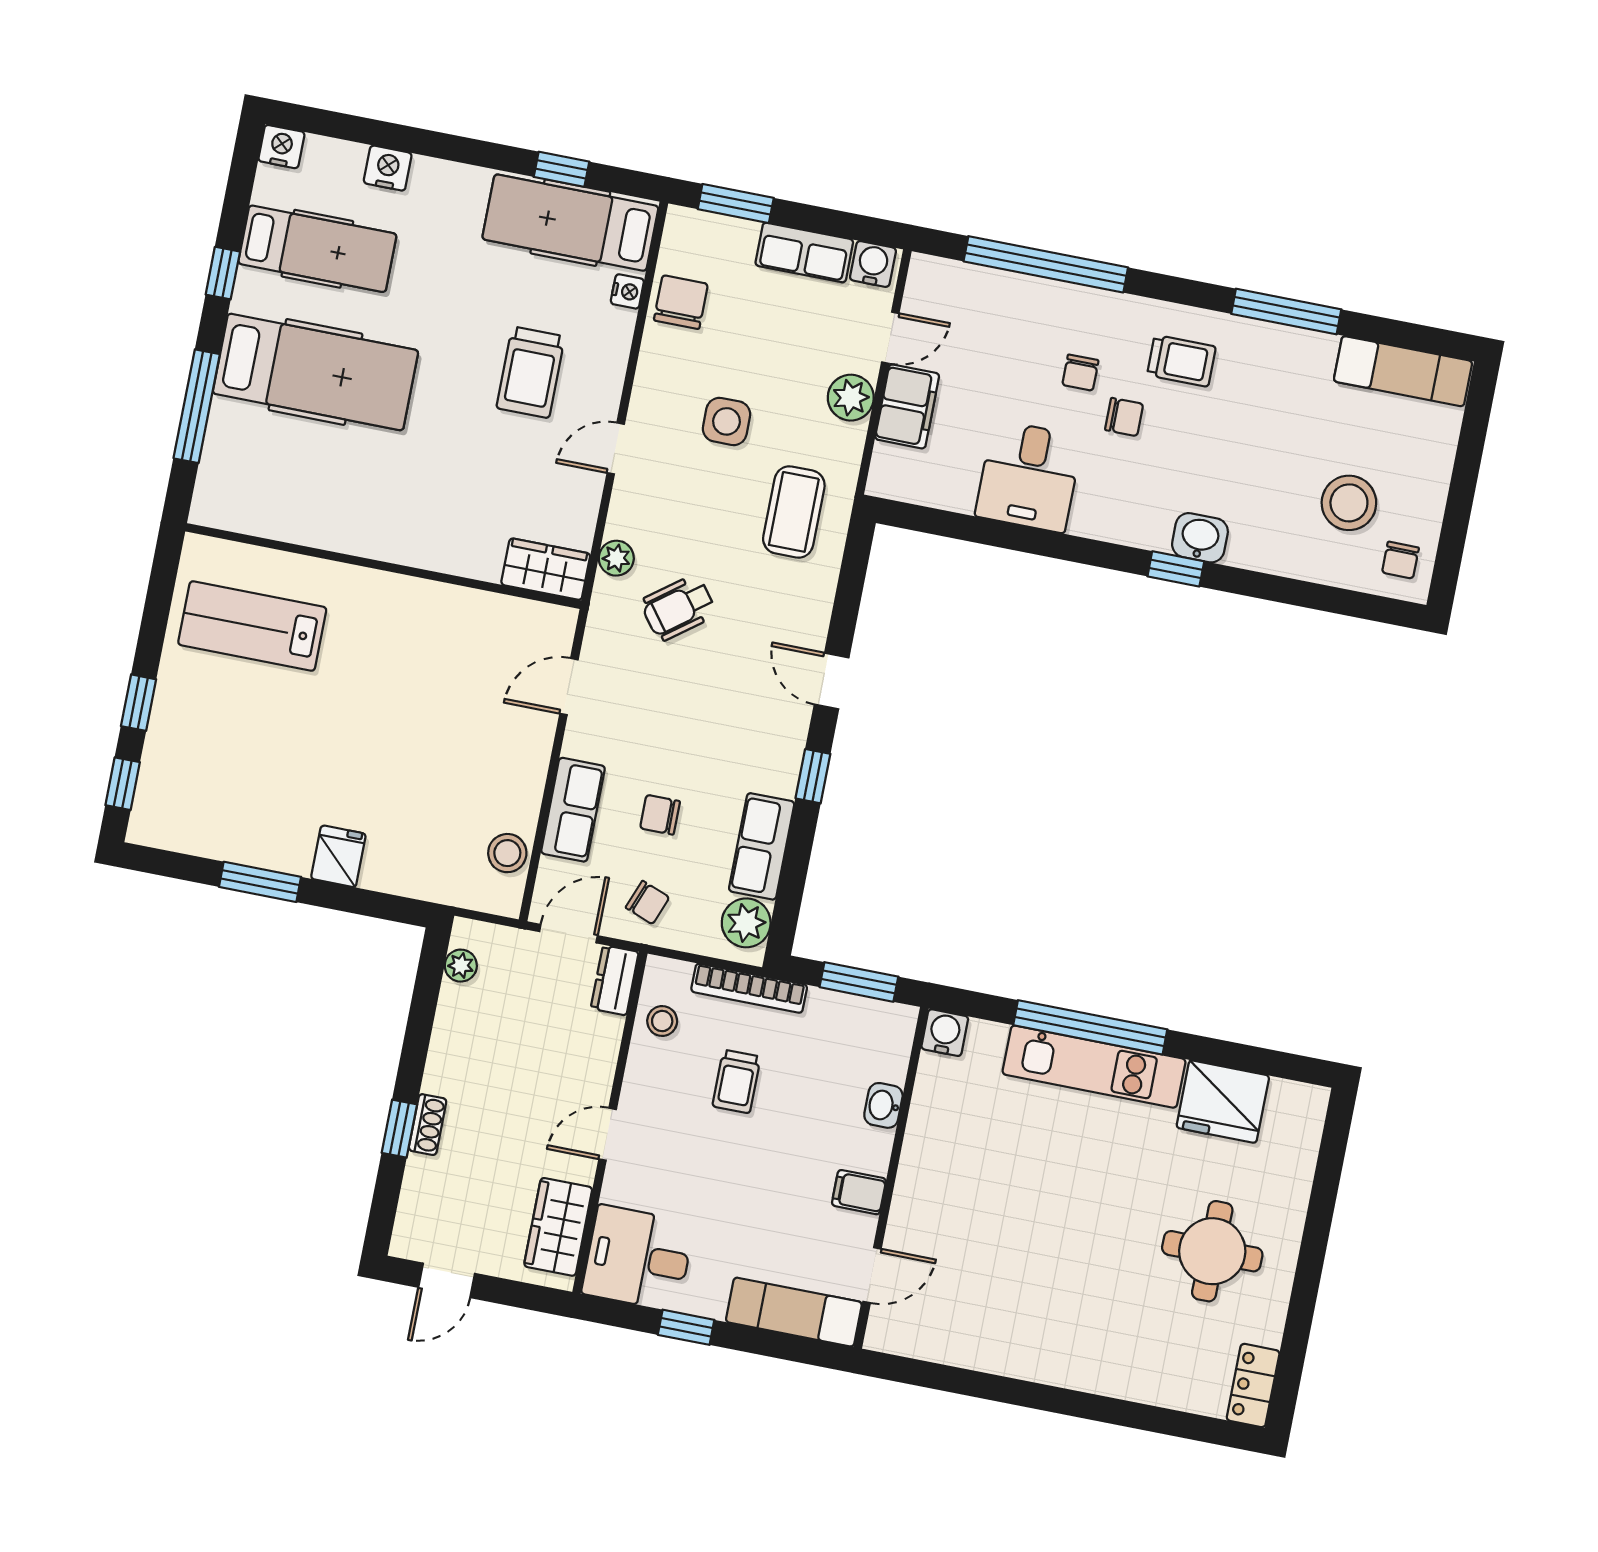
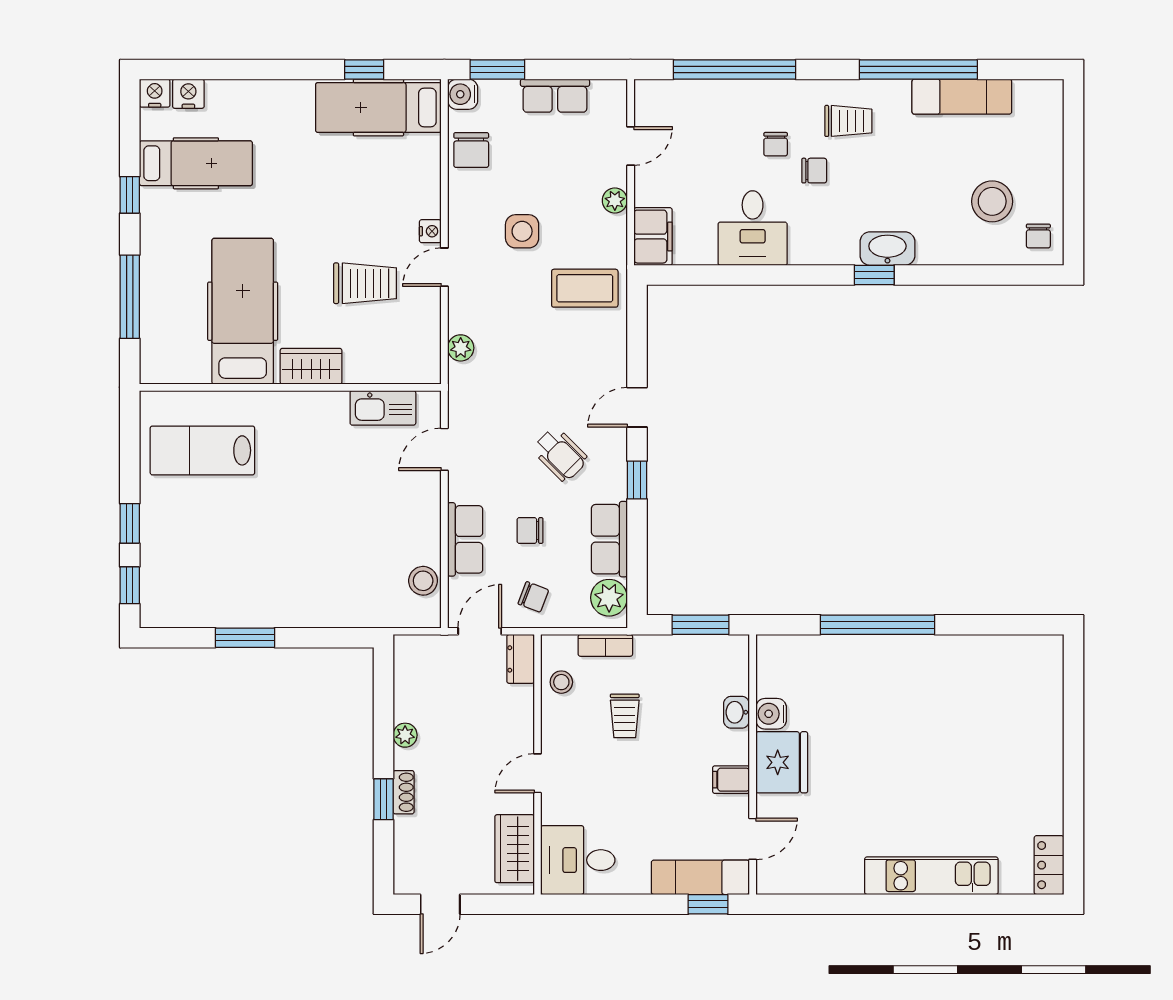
nightstand: (388, 168) -> (188, 94), moved
water cooler: (873, 264) -> (463, 94), moved, turned -90
nightstand: (627, 291) -> (430, 231), moved
chair: (681, 302) -> (471, 150), turned 180
window: (1286, 312) -> (918, 70), width x1.46
exam couch: (1403, 371) -> (962, 97), moved
hospital bed: (315, 372) -> (243, 311), moved, turned -90
trolley: (531, 372) -> (365, 283), moved, turned -90
plant: (851, 398) -> (615, 200), width x0.73, depth x0.73
filing cabinet: (907, 406) -> (653, 237), moved
coffee table: (794, 512) -> (585, 288), turned 90
washbasin: (1200, 538) -> (887, 249), width x1.38
wardrobe: (546, 569) -> (311, 366), moved
wheelchair: (678, 608) -> (560, 454), moved, turned -98
kitchen sink: (499, 617) -> (383, 408), added
door: (832, 681) -> (637, 407), hinge flipped
fridge: (338, 856) -> (299, 608), removed
plant: (461, 966) -> (405, 735), moved
bookcase: (749, 988) -> (605, 645), width x0.64
water cooler: (945, 1033) -> (771, 714), moved, turned -90
kitchen unit: (1094, 1067) -> (931, 876), moved, turned 180
fridge: (1223, 1102) -> (782, 762), moved, turned -90
round table: (1212, 1251) -> (1000, 772), removed
window: (686, 1327) -> (708, 904), moved

